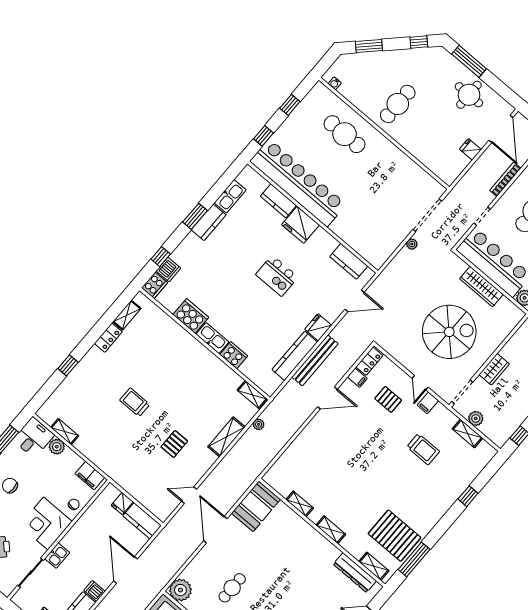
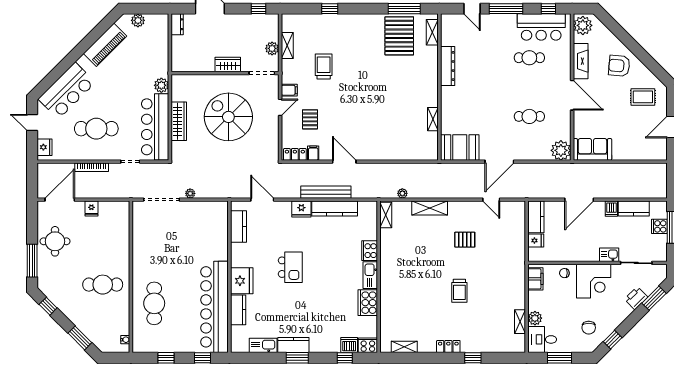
locker: (108, 338) -> (448, 346), moved
shelving: (331, 530) -> (432, 83), removed
dresser: (355, 573) -> (448, 66), moved

